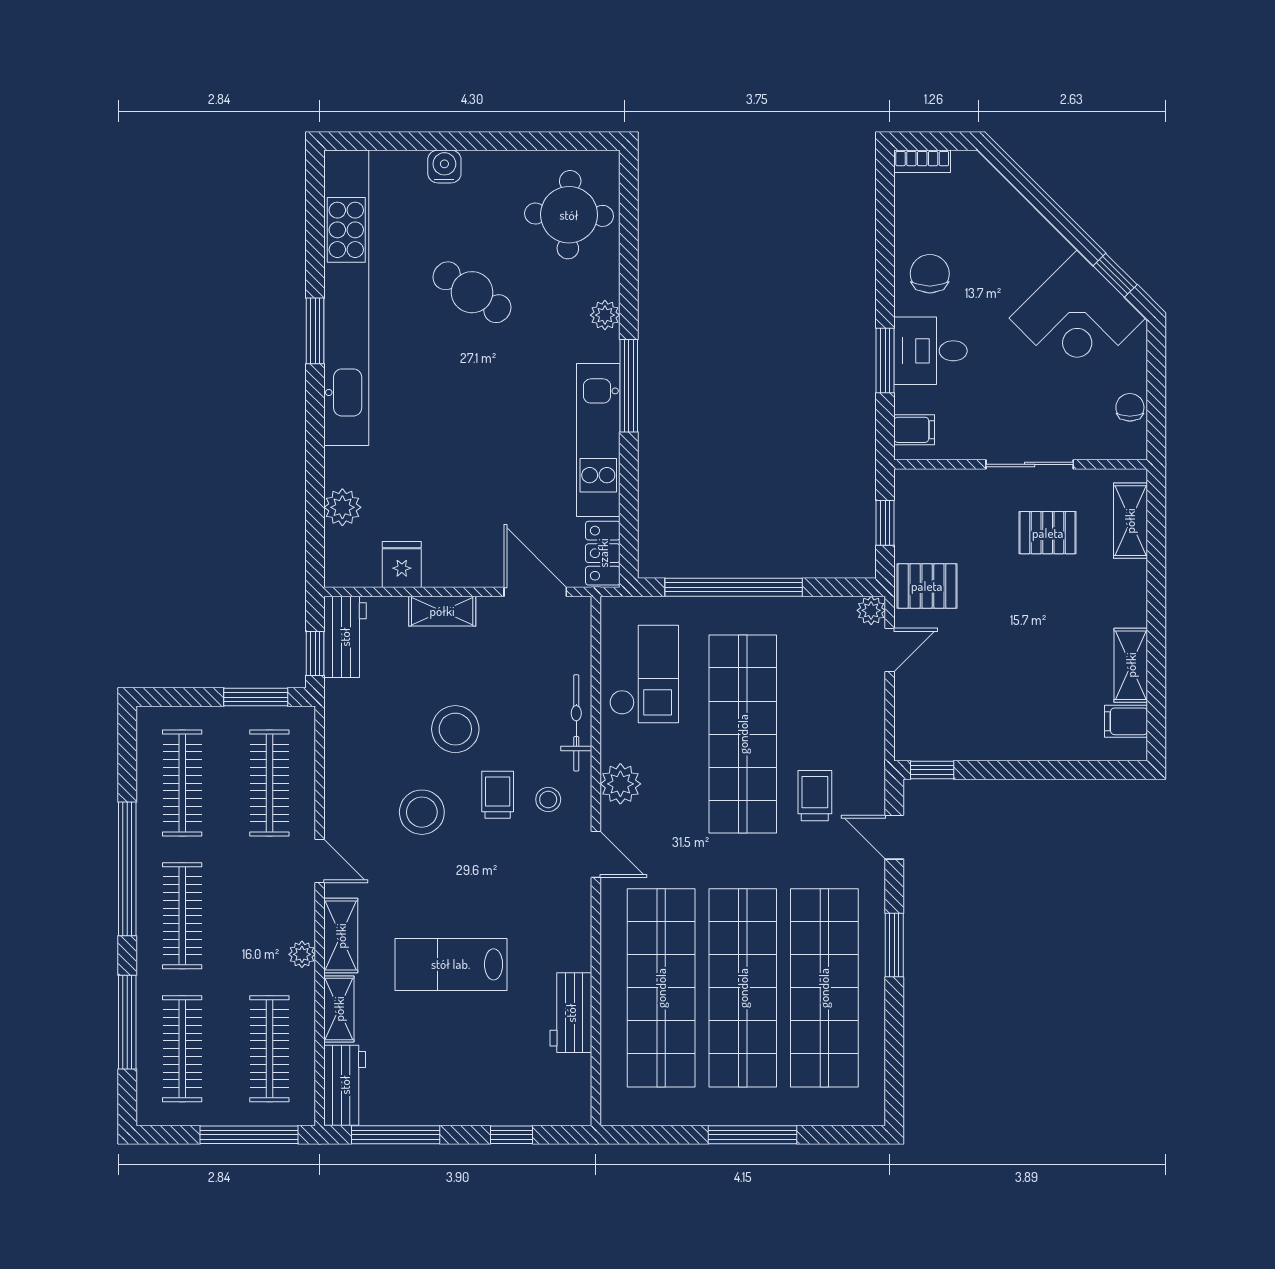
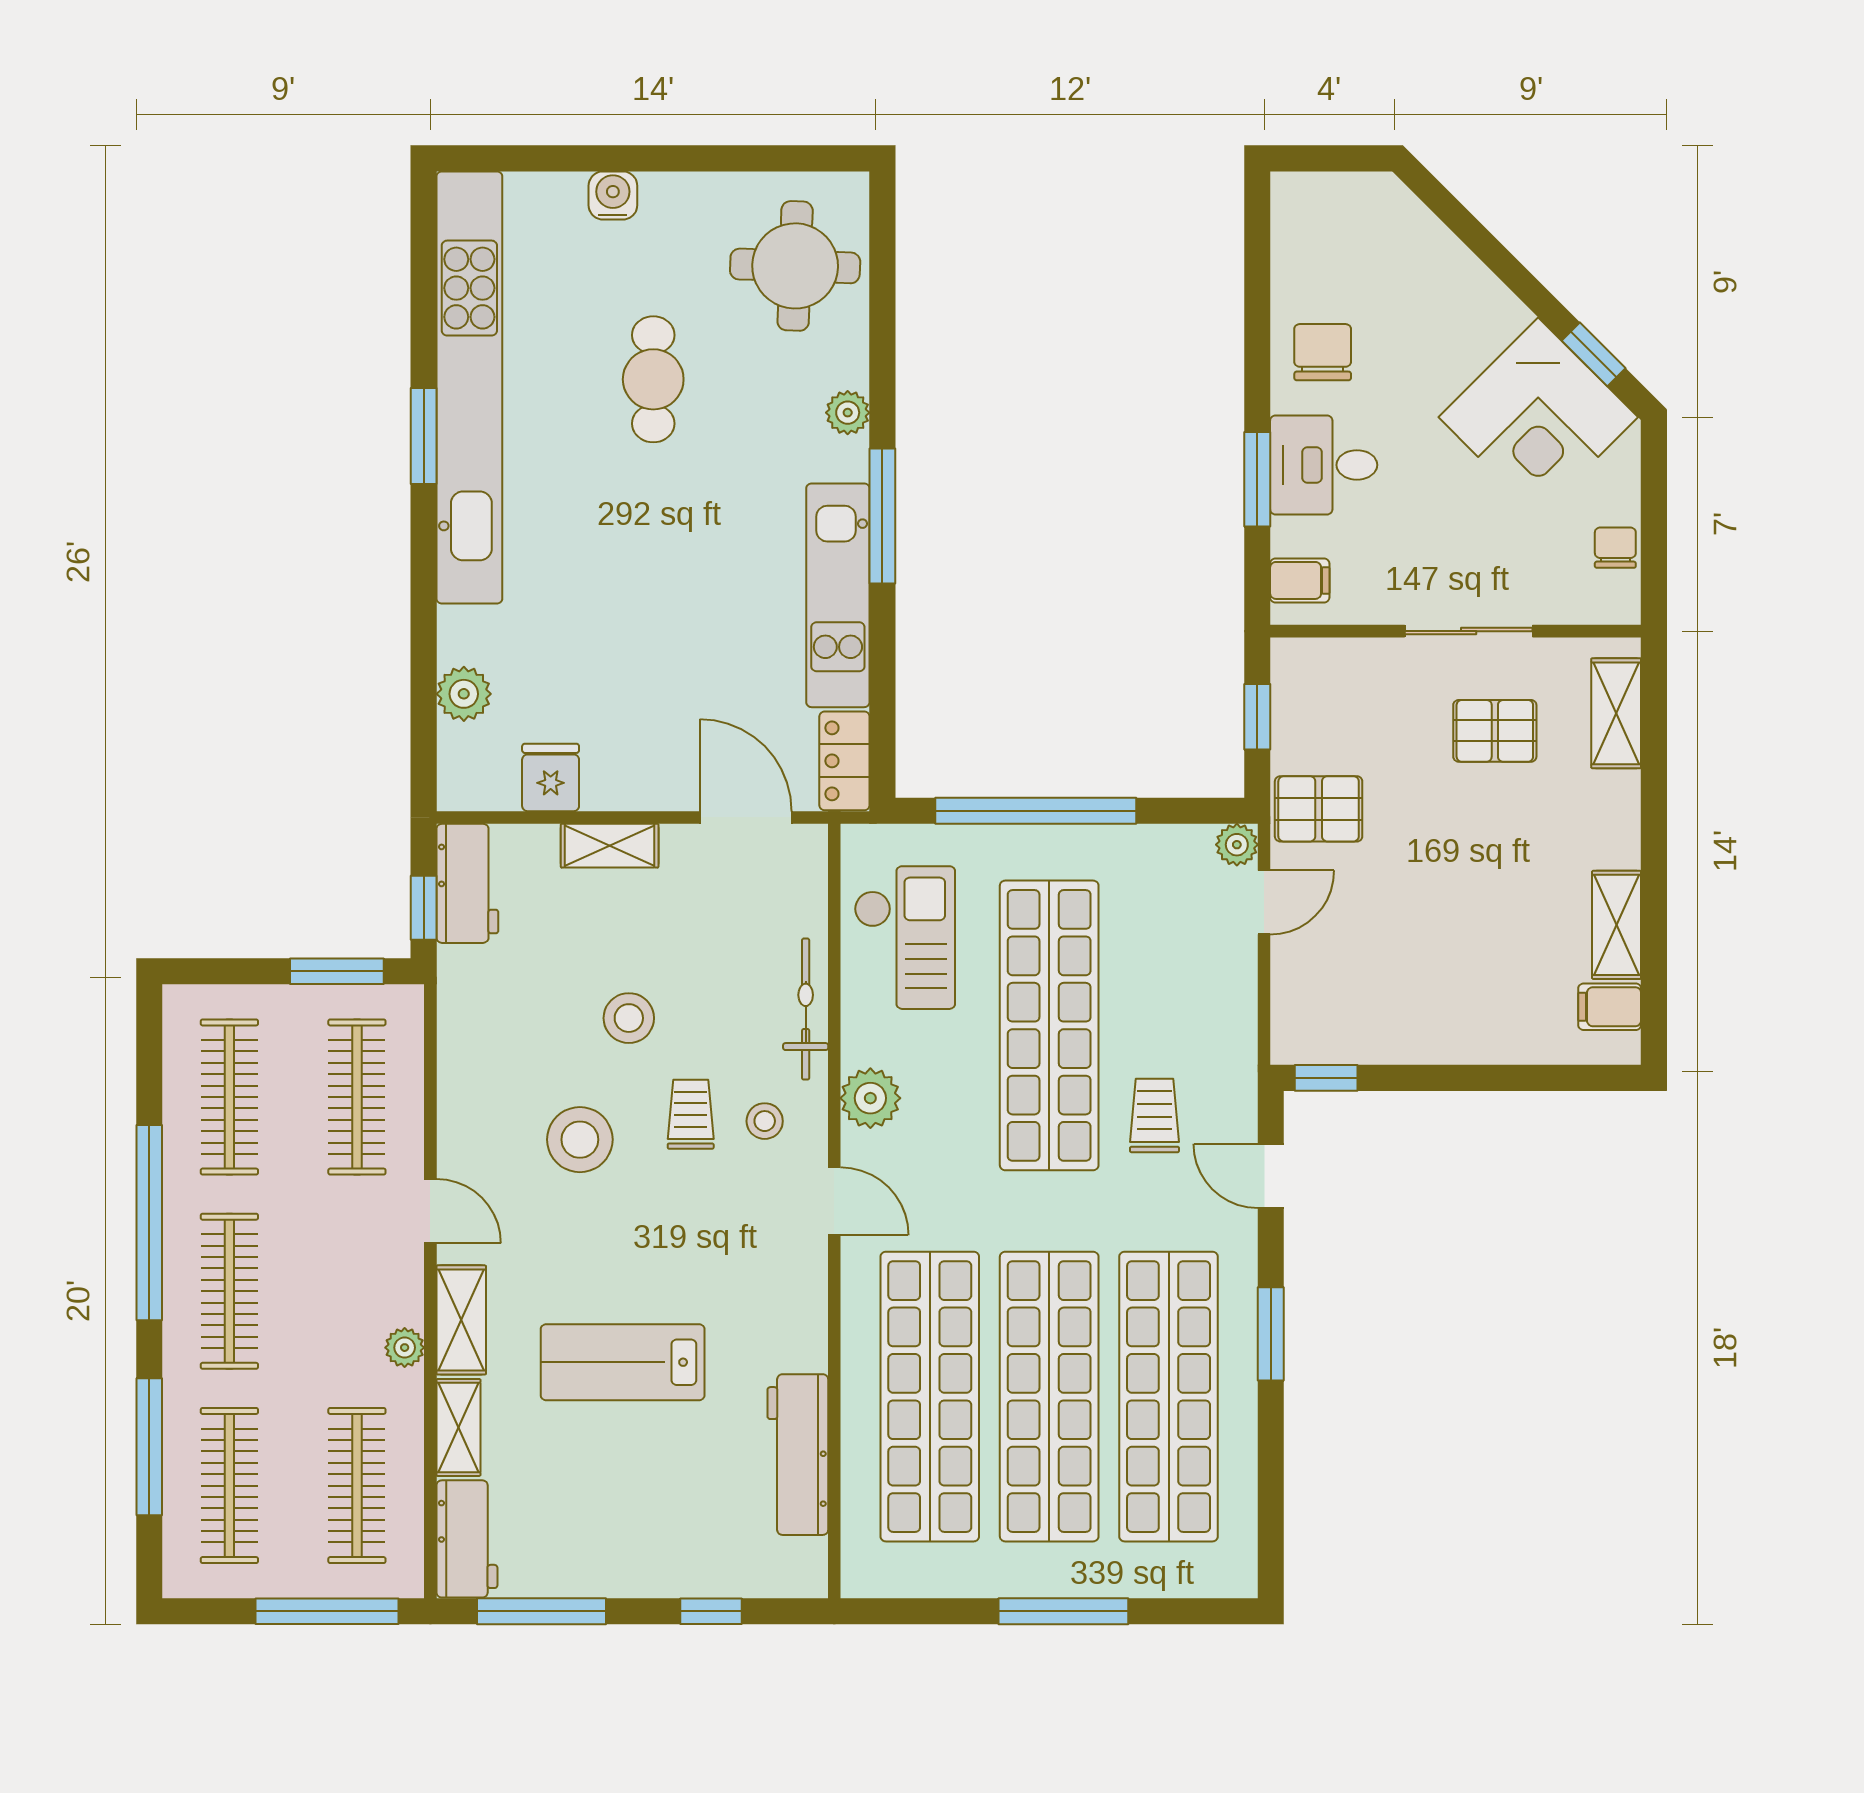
bookcase: (922, 161) -> (1312, 188), removed
cafe table: (472, 292) -> (653, 379), turned 57
stool: (455, 729) -> (629, 1018), width x0.73, depth x0.73
workbench: (571, 1013) -> (798, 1455), width x1.38

